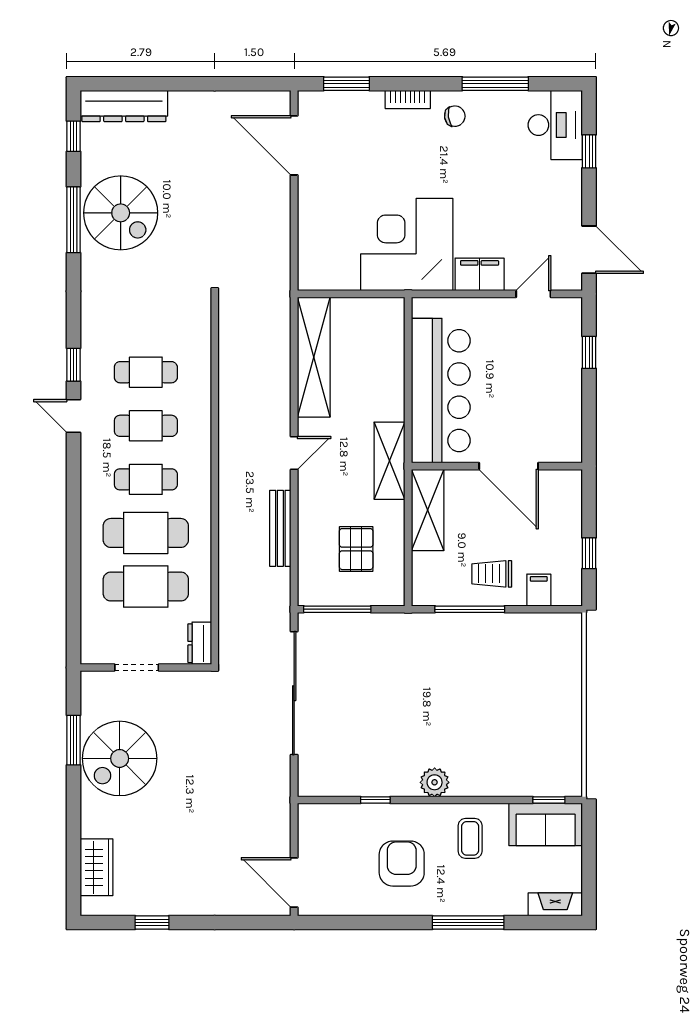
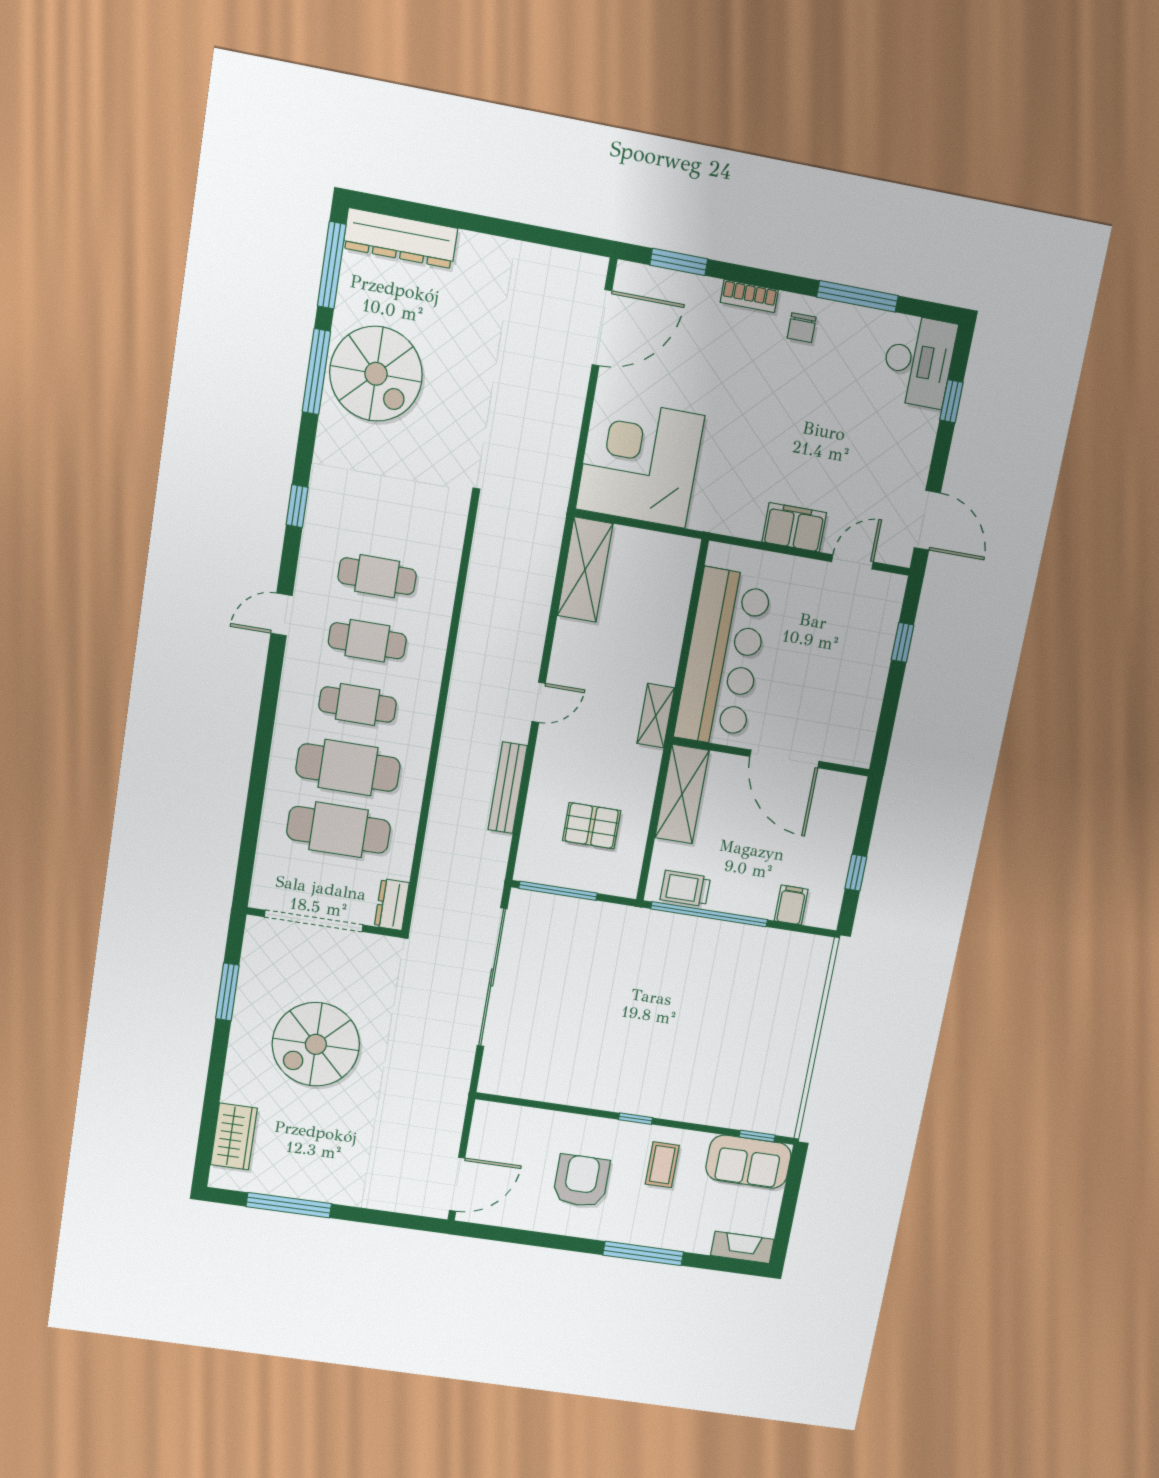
chair: (455, 116) -> (802, 328), turned 98
window: (73, 136) -> (332, 265), width x2.17
door: (294, 145) -> (602, 328), swing flipped
corner desk: (407, 245) -> (640, 462), moved
shelving: (314, 357) -> (585, 570), width x0.68
window: (73, 365) -> (297, 506), moved
door: (73, 416) -> (282, 614), hinge flipped
shelving: (389, 461) -> (656, 716), width x0.67, depth x0.75
pallet: (356, 549) -> (592, 826), turned 90
trolley: (492, 574) -> (685, 888), moved
window: (470, 609) -> (709, 914), width x1.46
doorway: (137, 667) -> (314, 921), width x1.88
spiral stairs: (120, 758) -> (316, 1044), moved
plant: (435, 782) -> (634, 1099), removed
window: (375, 800) -> (636, 1119), moved
door: (294, 882) -> (457, 1184), swing flipped
window: (152, 923) -> (289, 1205), width x2.17

